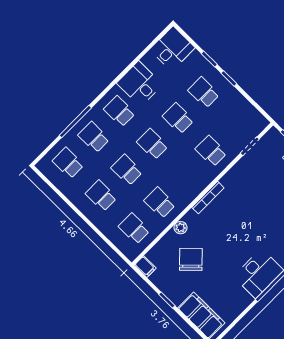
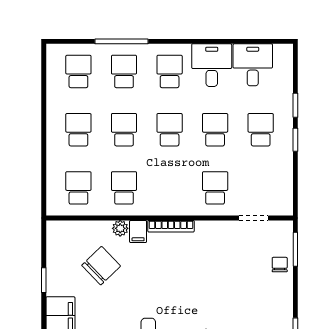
desk: (172, 49) -> (253, 65), moved, turned -90
filing cabinet: (145, 267) -> (138, 232), moved

